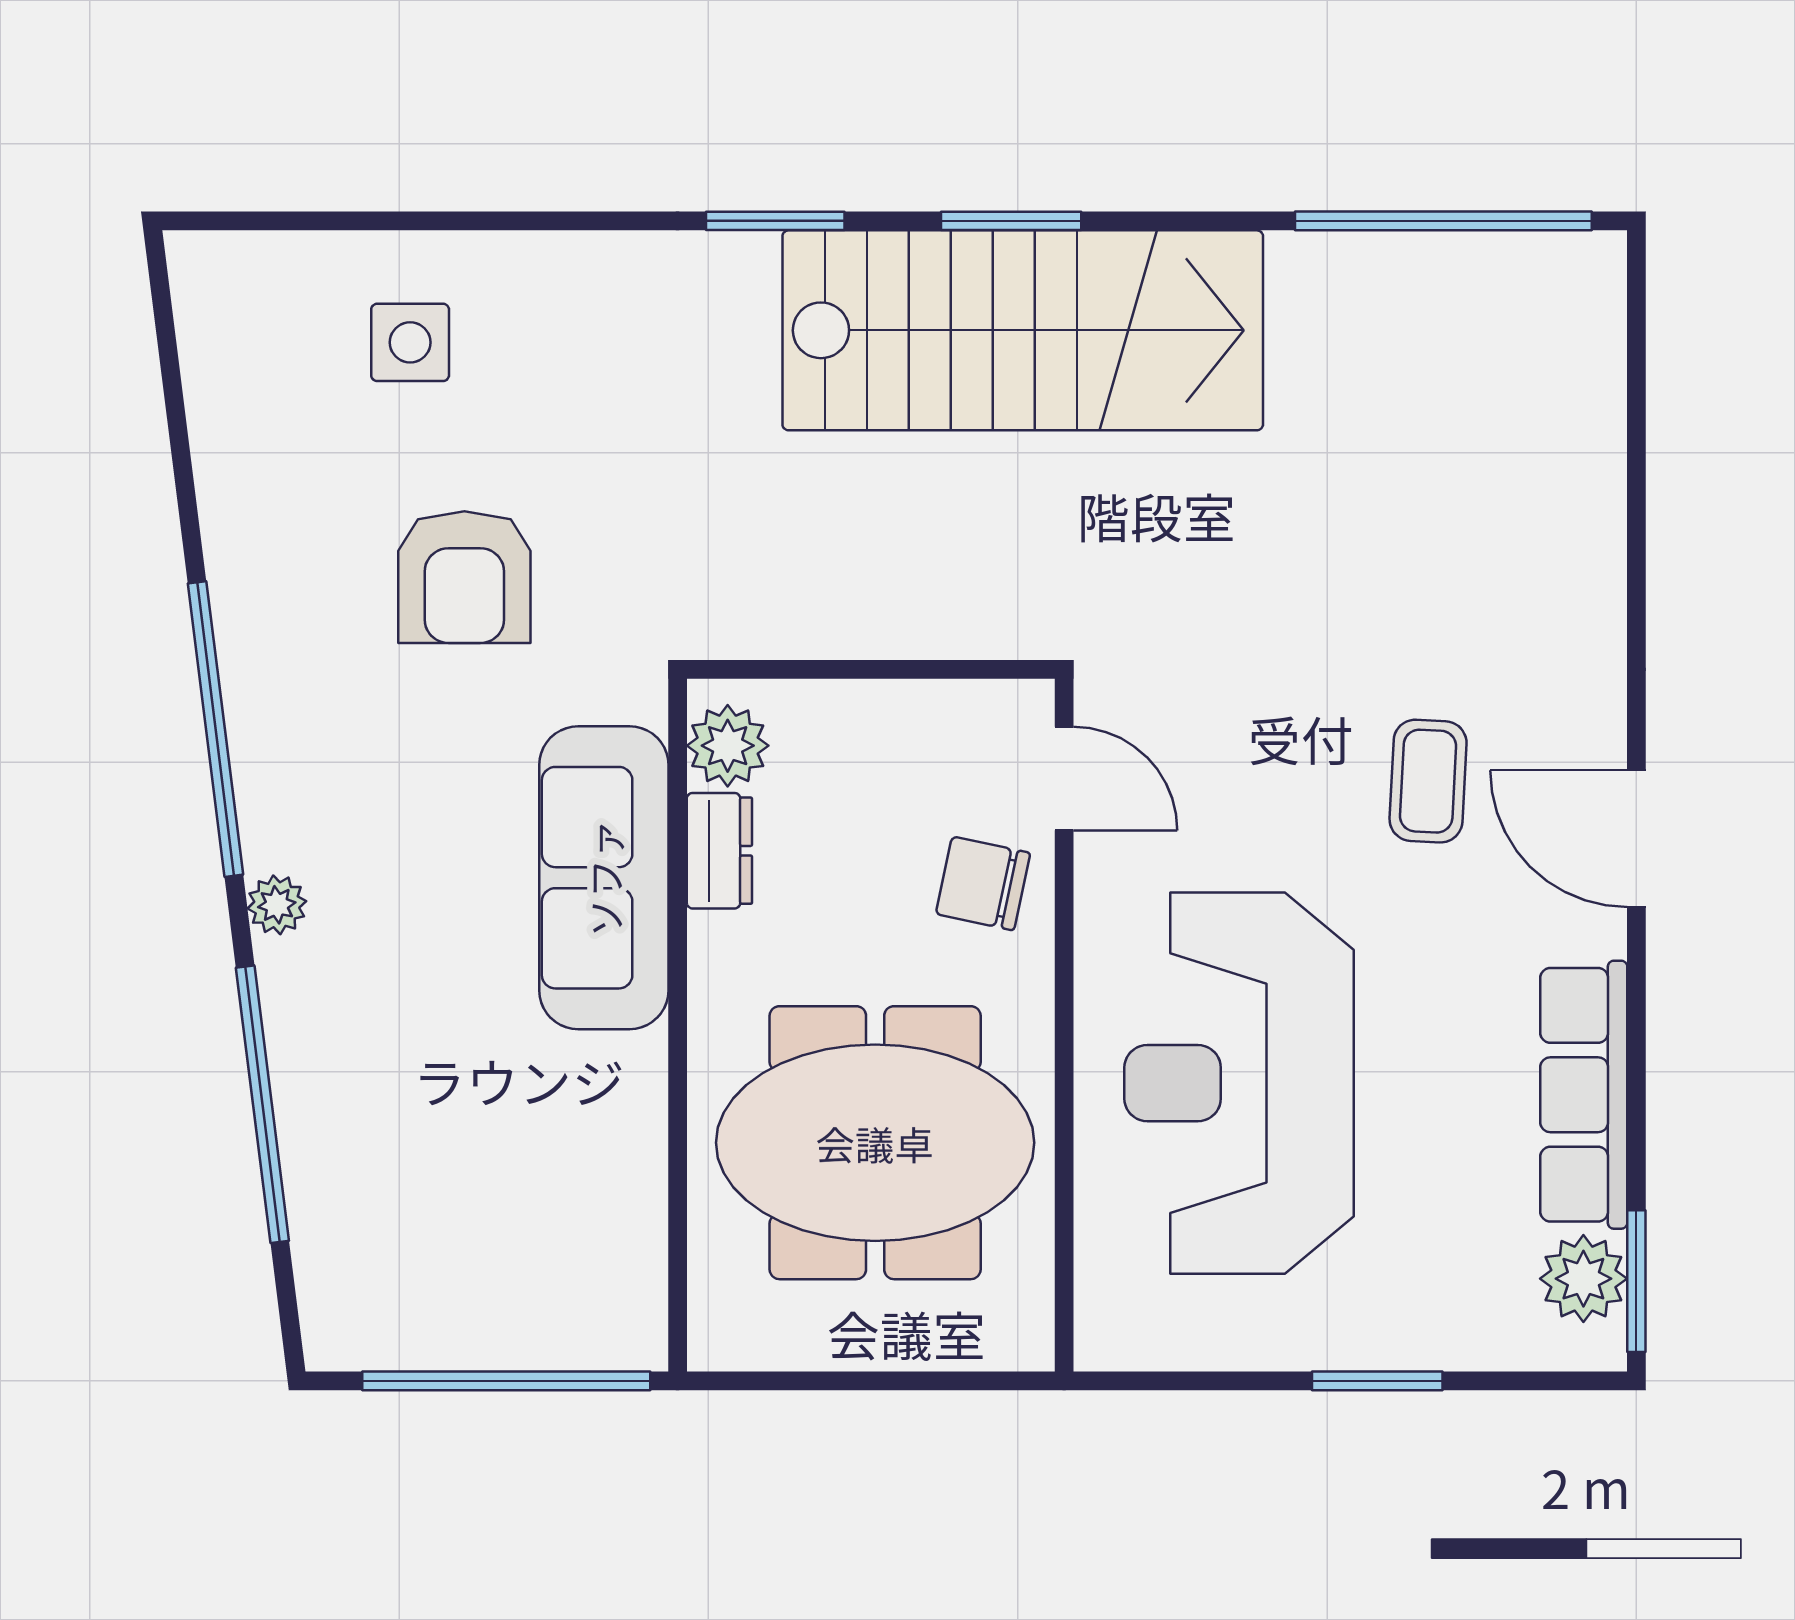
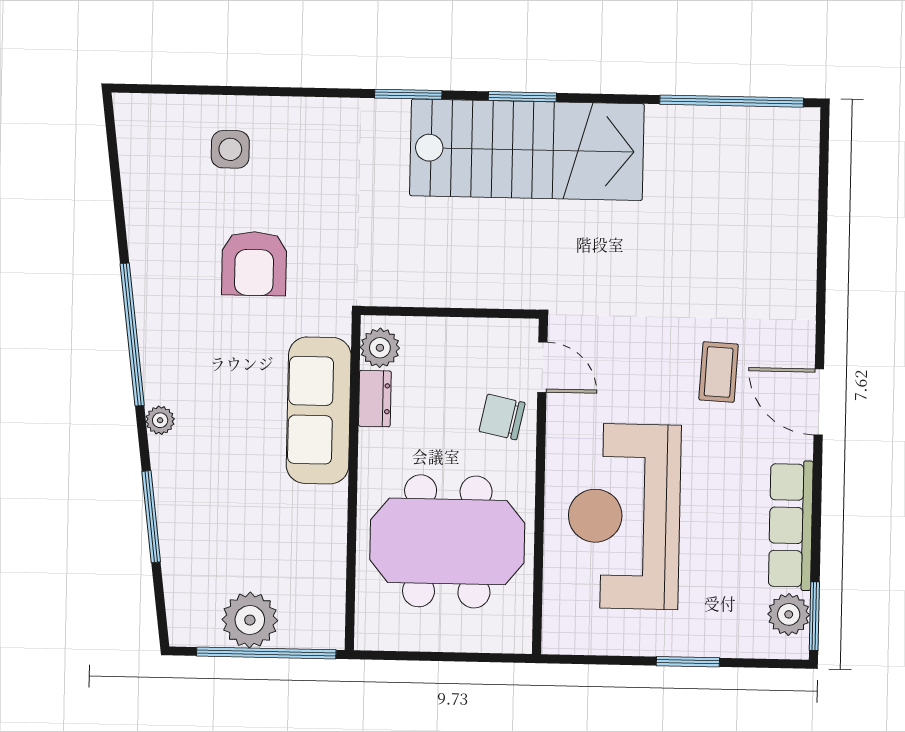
window: (262, 1104) -> (151, 517), width x0.68
plant: (471, 1314) -> (250, 620), added

